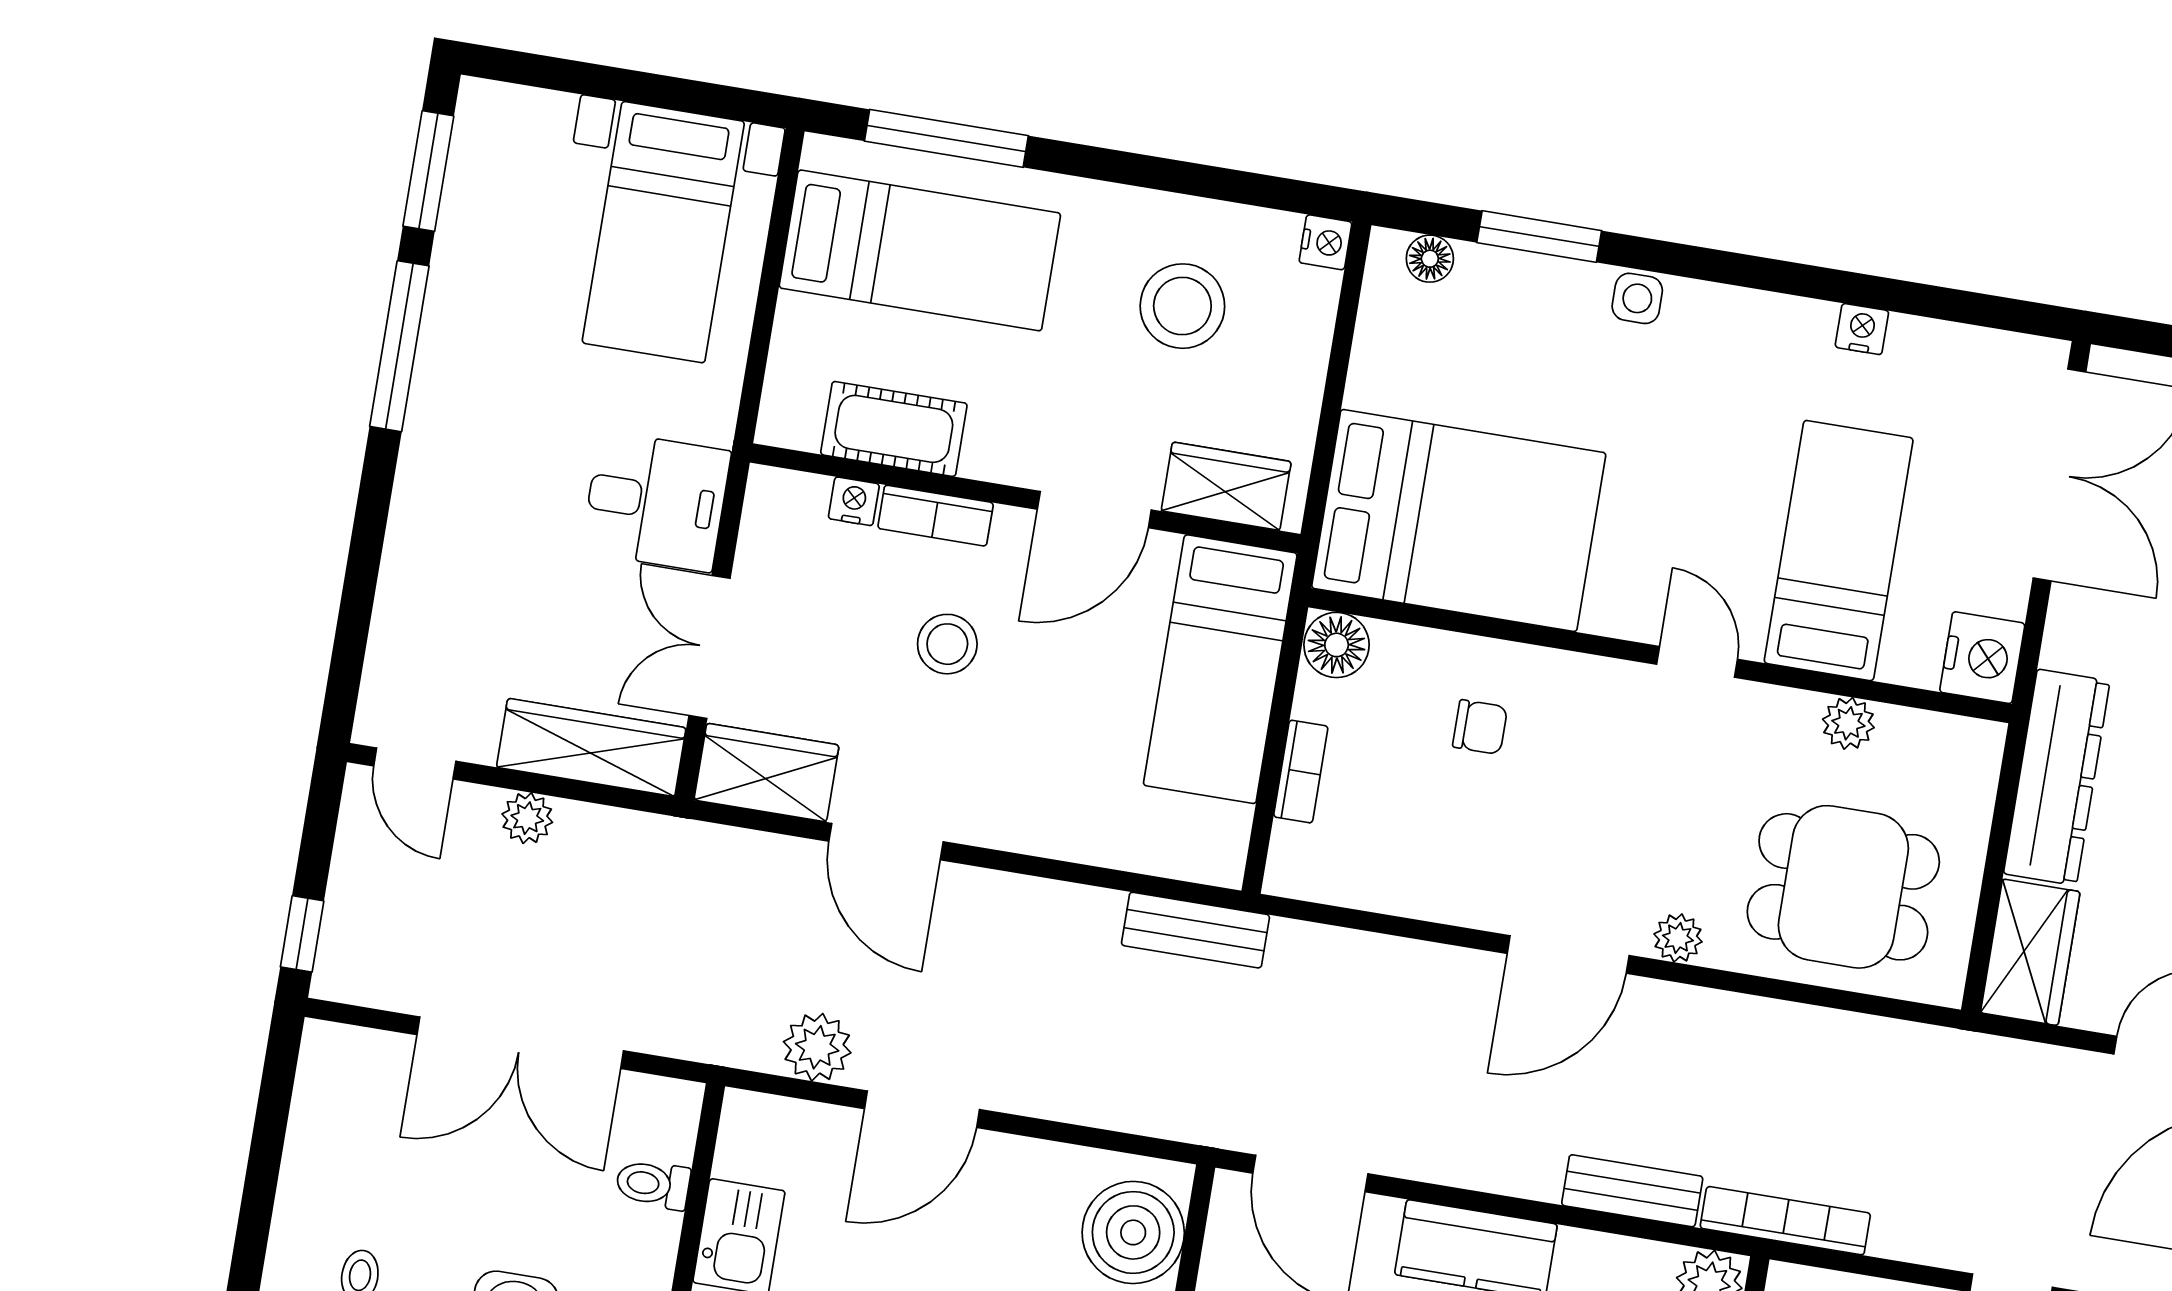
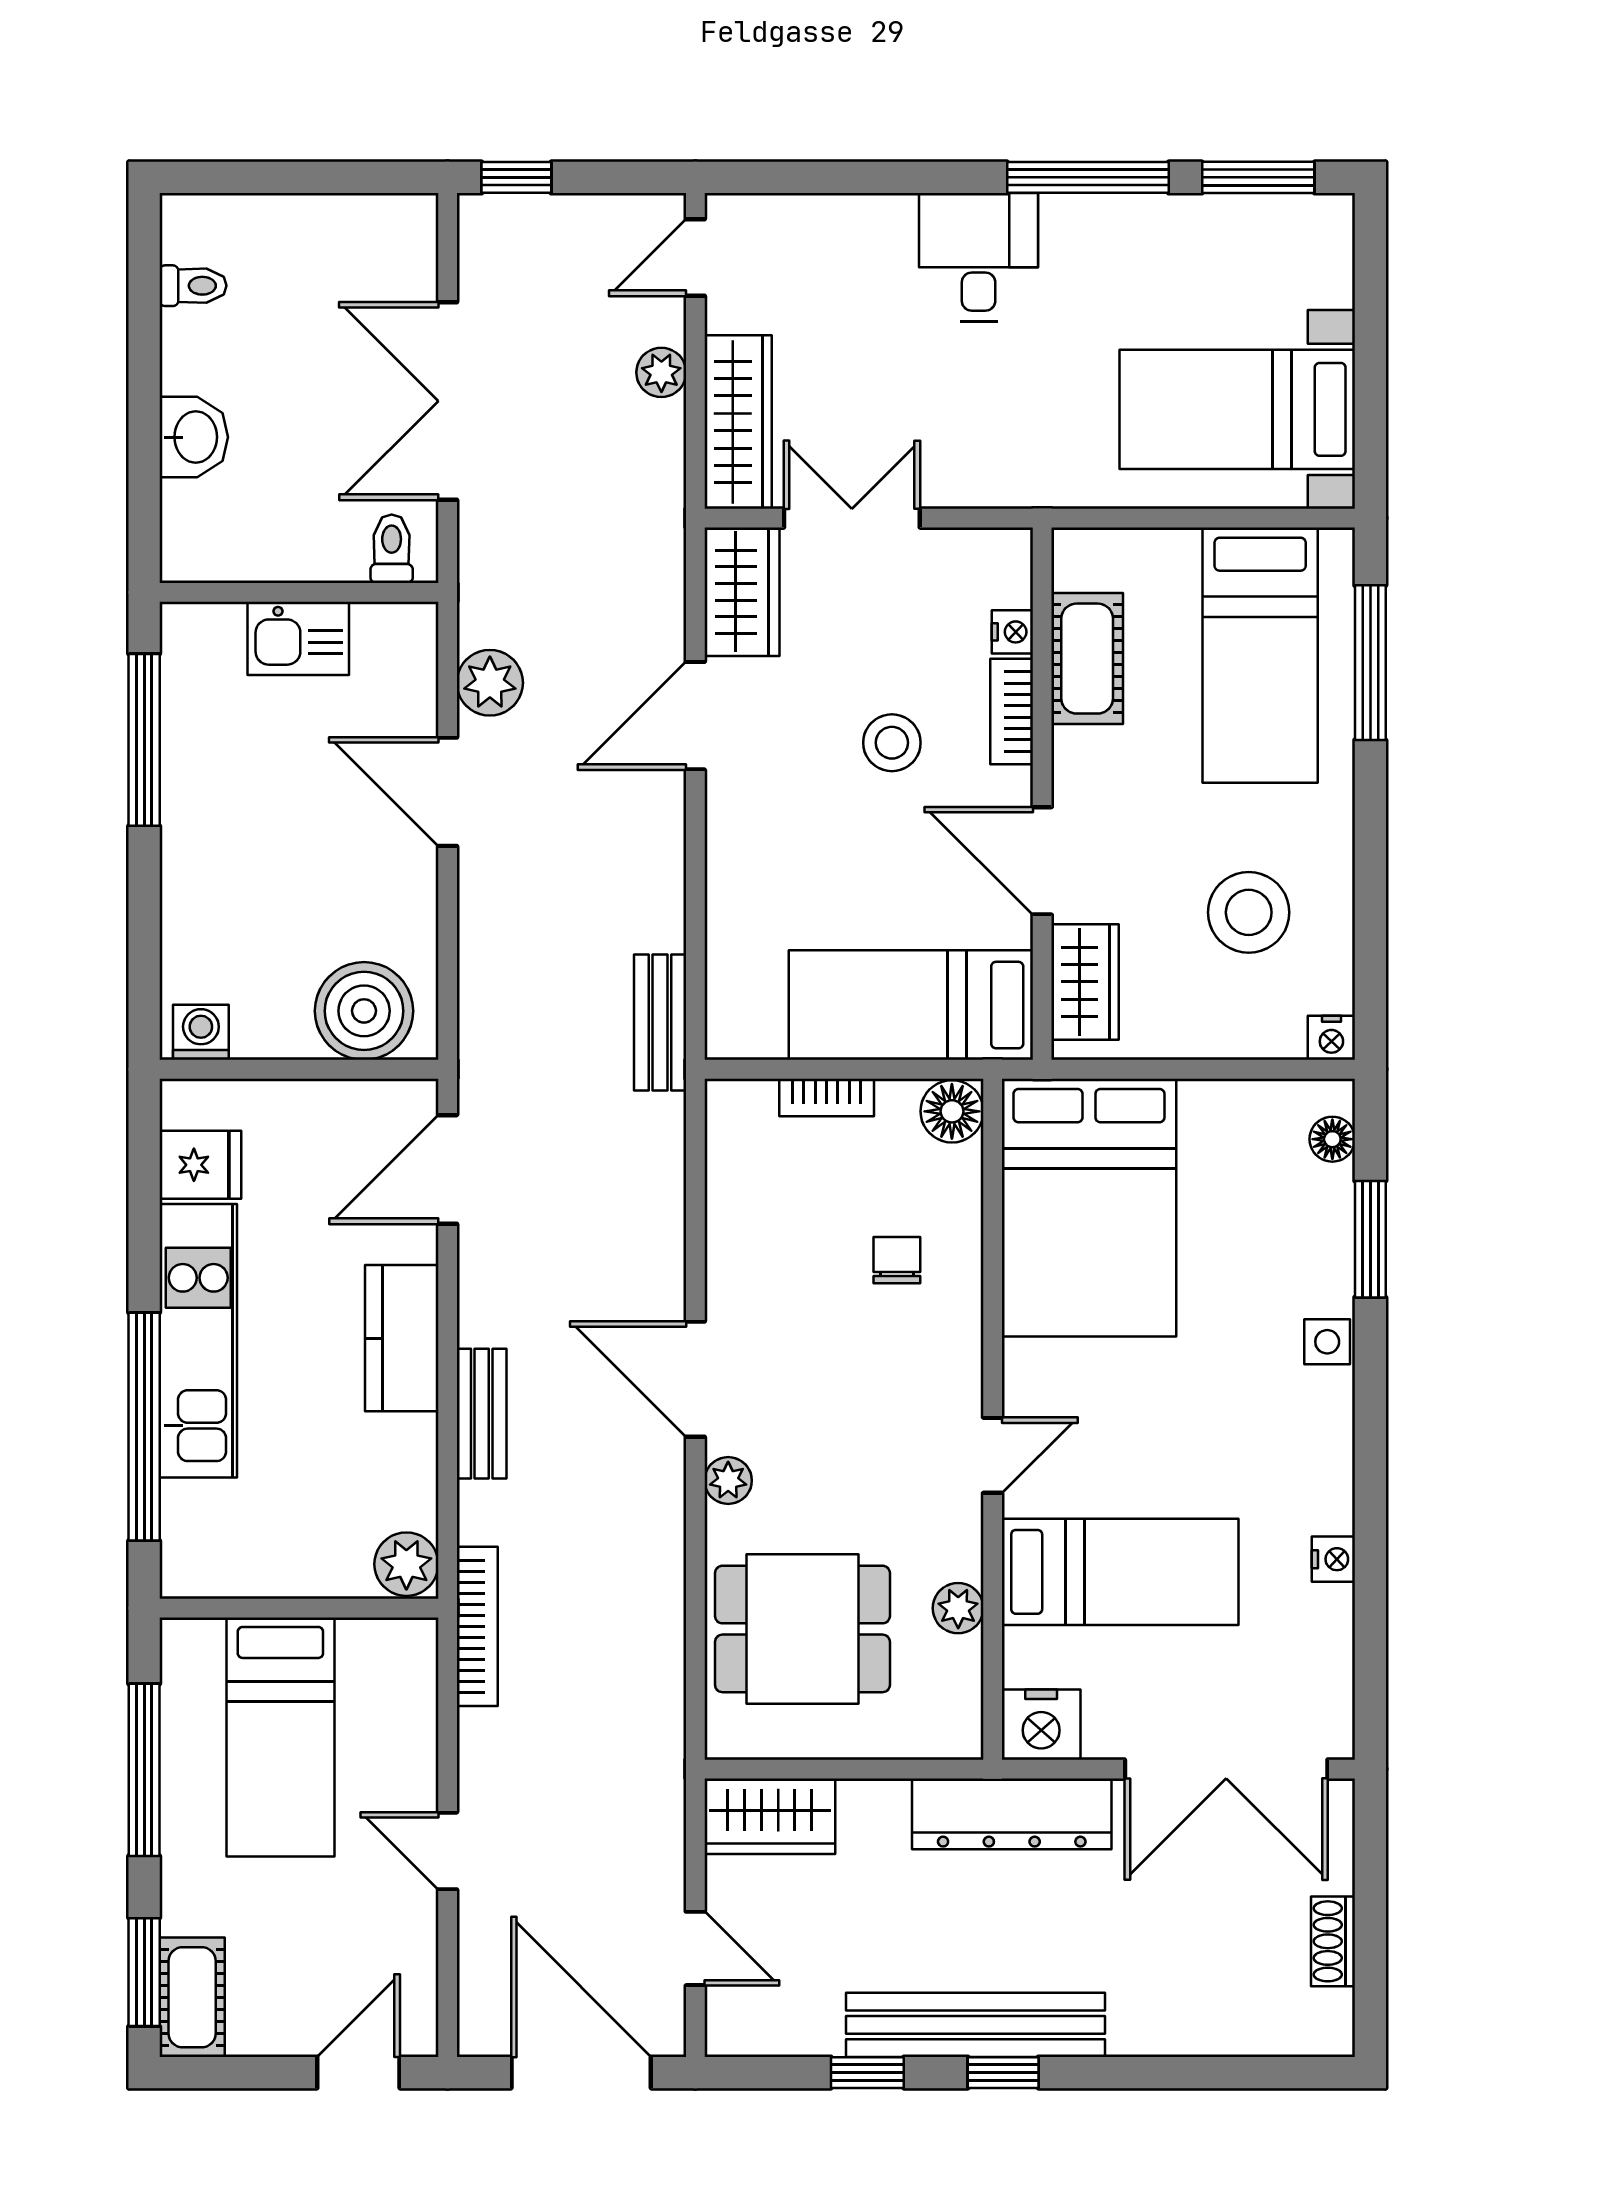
desk: (656, 501) -> (979, 257), moved, turned 180
chair: (1480, 727) -> (897, 1260), turned 180
dresser: (2057, 777) -> (1012, 1814), moved
dining table: (1843, 887) -> (802, 1629), turned 90
toilet: (653, 1184) -> (392, 549), moved
bench: (1632, 1191) -> (482, 1414), moved

